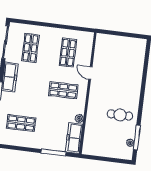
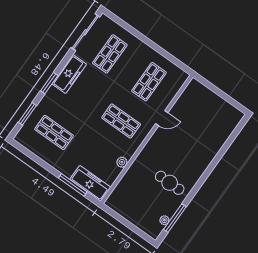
door: (90, 73) -> (162, 118), swing flipped
freezer: (74, 138) -> (90, 183), moved, turned 90

